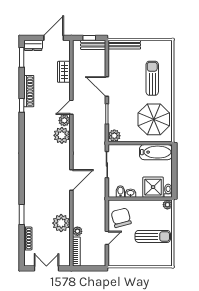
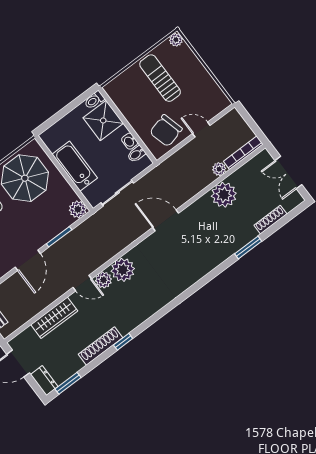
wardrobe: (64, 72) -> (54, 318), width x1.50
bathtub: (156, 152) -> (75, 166), moved
plant: (167, 205) -> (176, 40), moved

